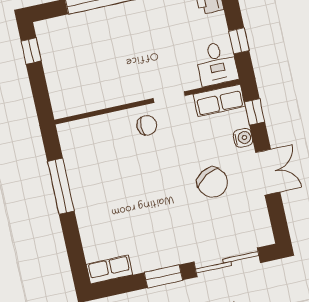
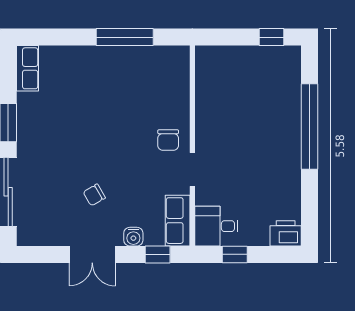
chair: (213, 182) -> (94, 195), width x0.54, depth x0.54

